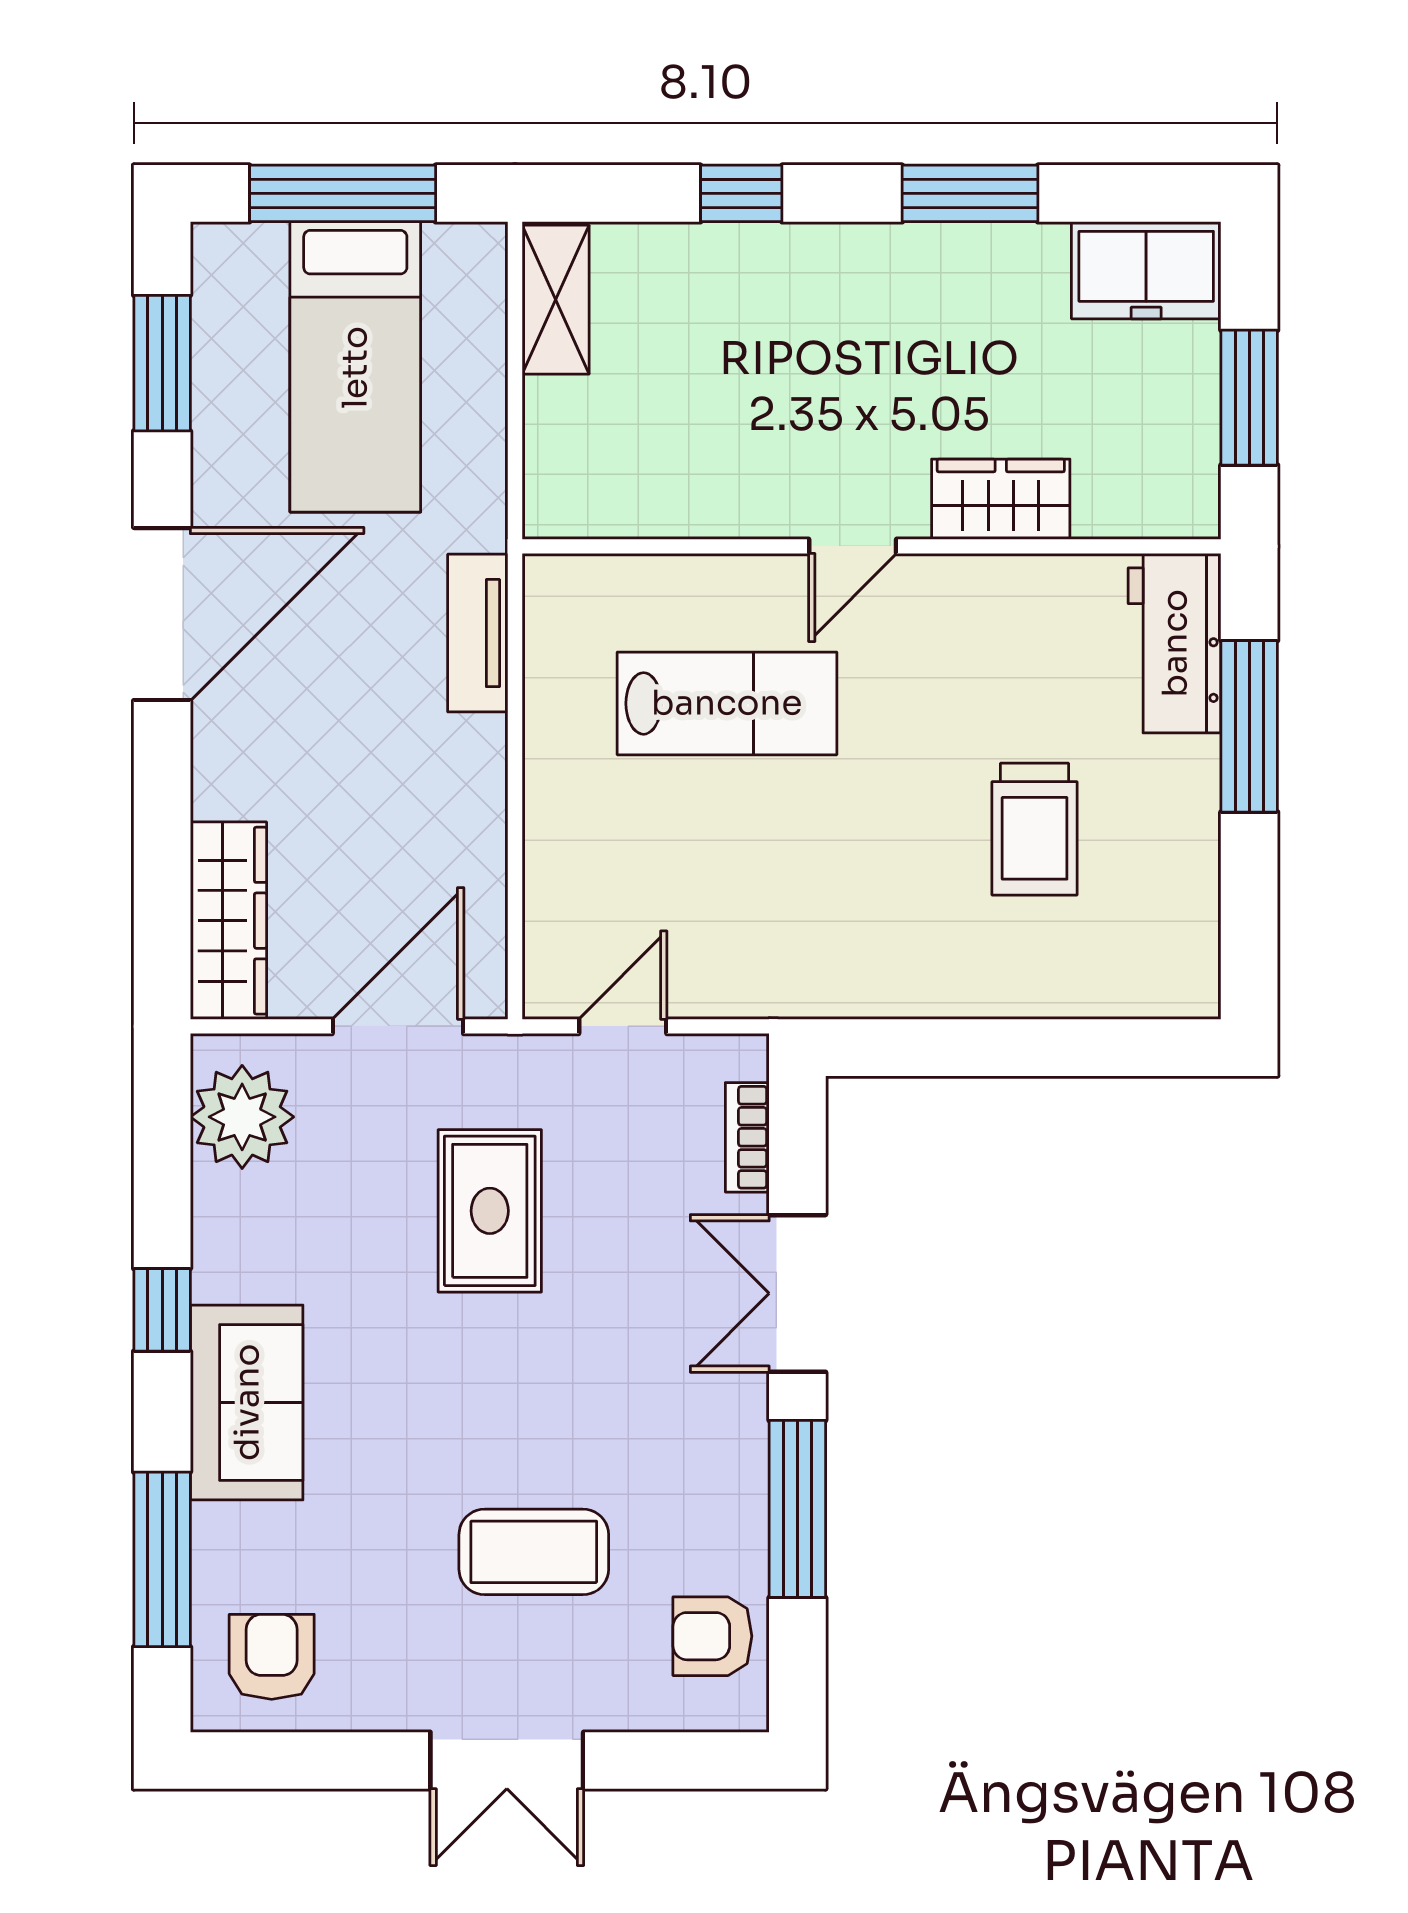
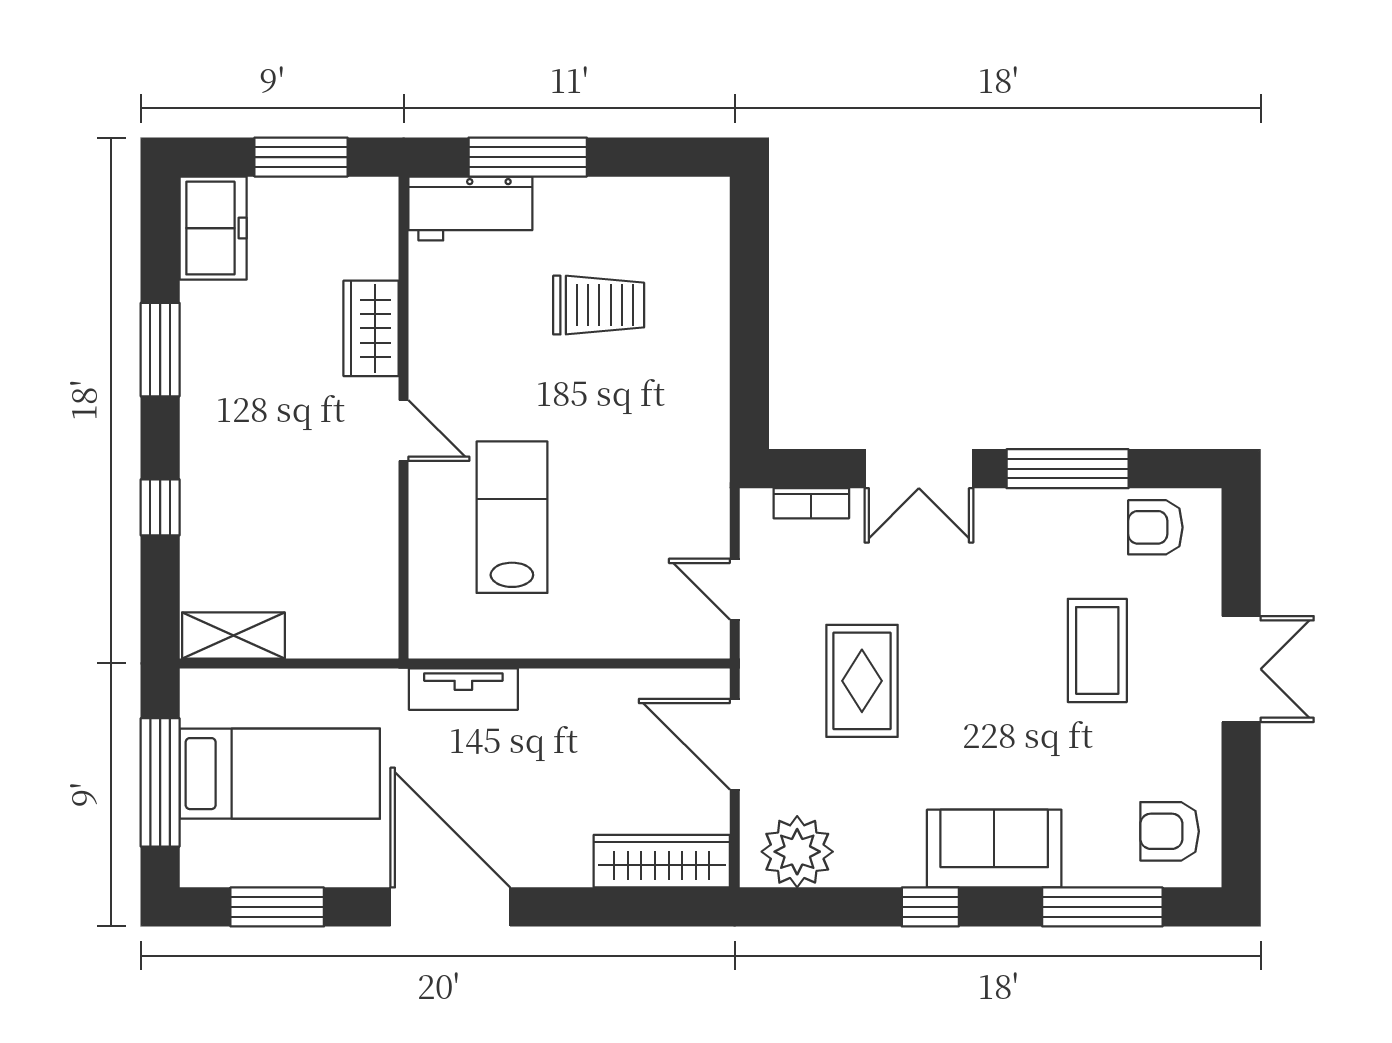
rug: (490, 1211) -> (862, 681), turned 90
armchair: (712, 1636) -> (1155, 527), turned 90

